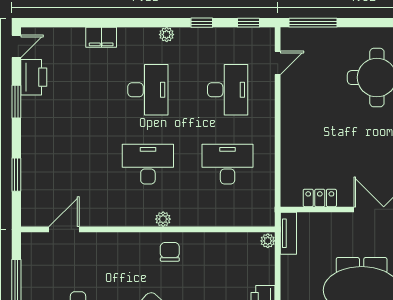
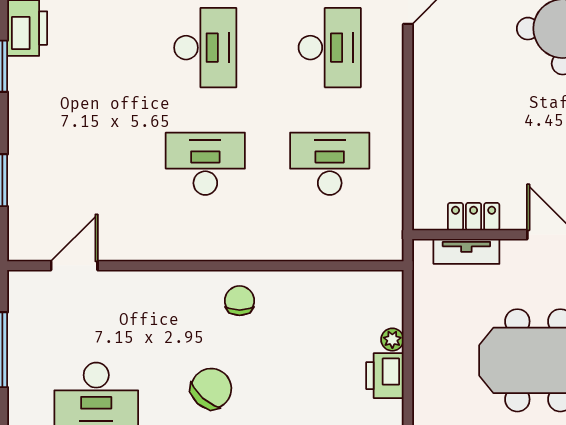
plant: (163, 219) -> (229, 250), removed
tv unit: (288, 233) -> (466, 251), moved, turned 90
plant: (268, 241) -> (392, 340), moved

